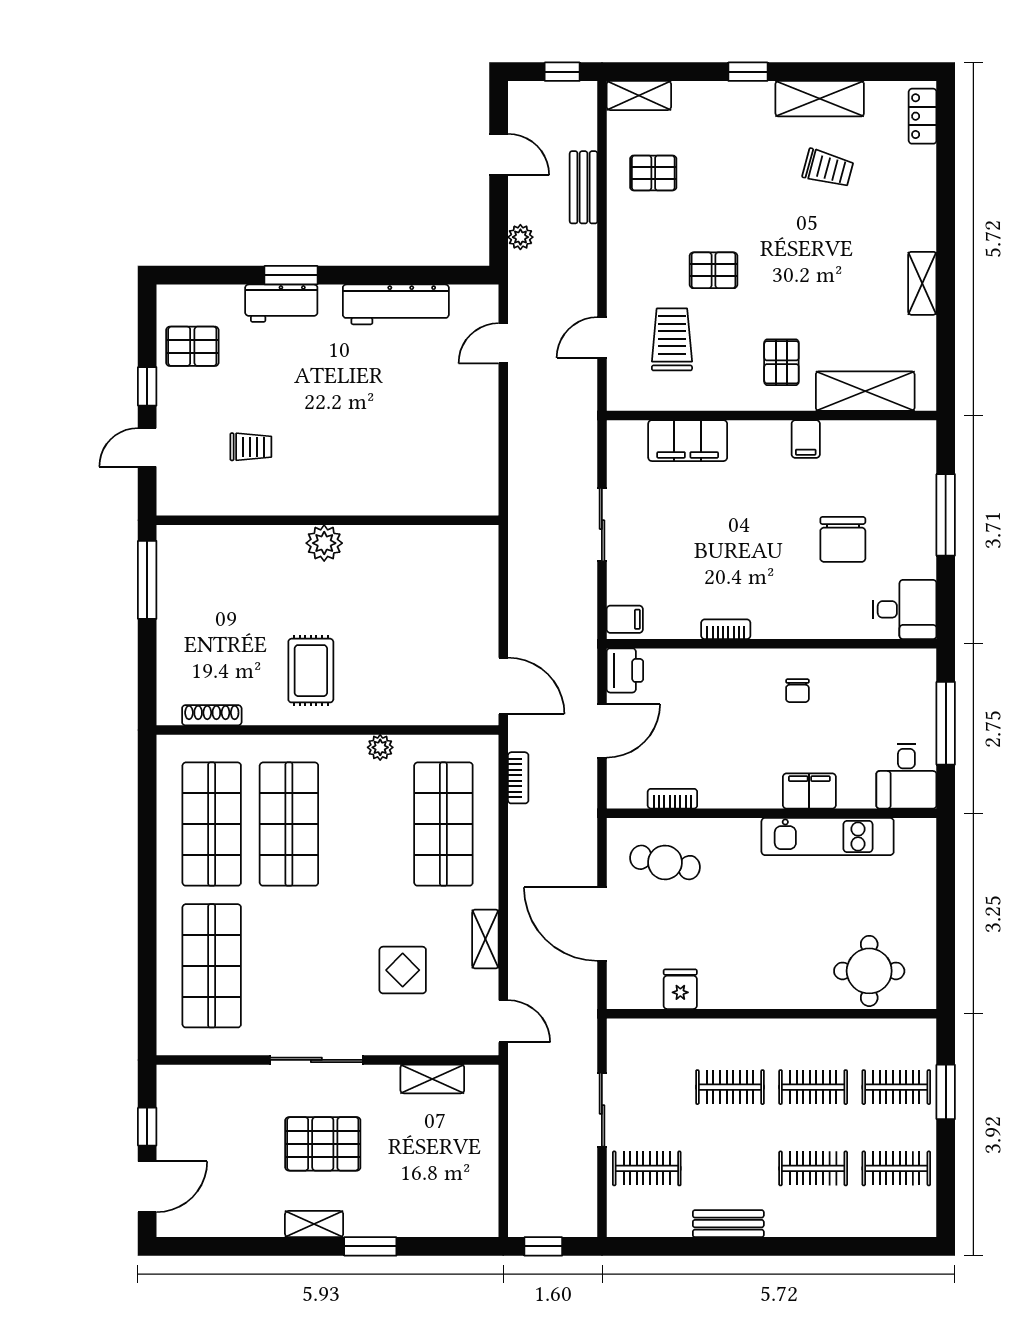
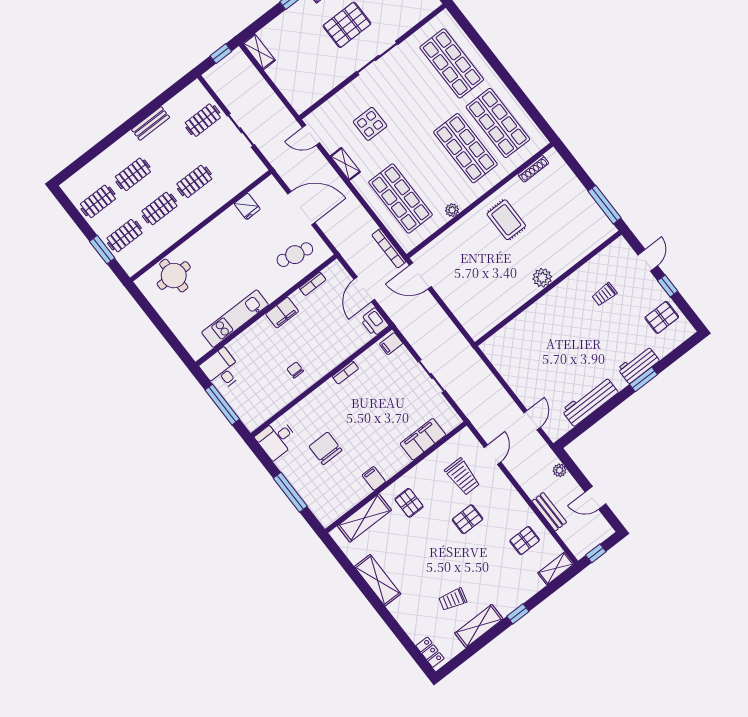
shelving: (922, 283) -> (378, 580), width x1.50, depth x1.33
bookcase: (518, 778) -> (389, 248), width x1.56
filing cabinet: (809, 791) -> (282, 313), moved
shelving: (432, 1079) -> (259, 52), moved, turned 90

